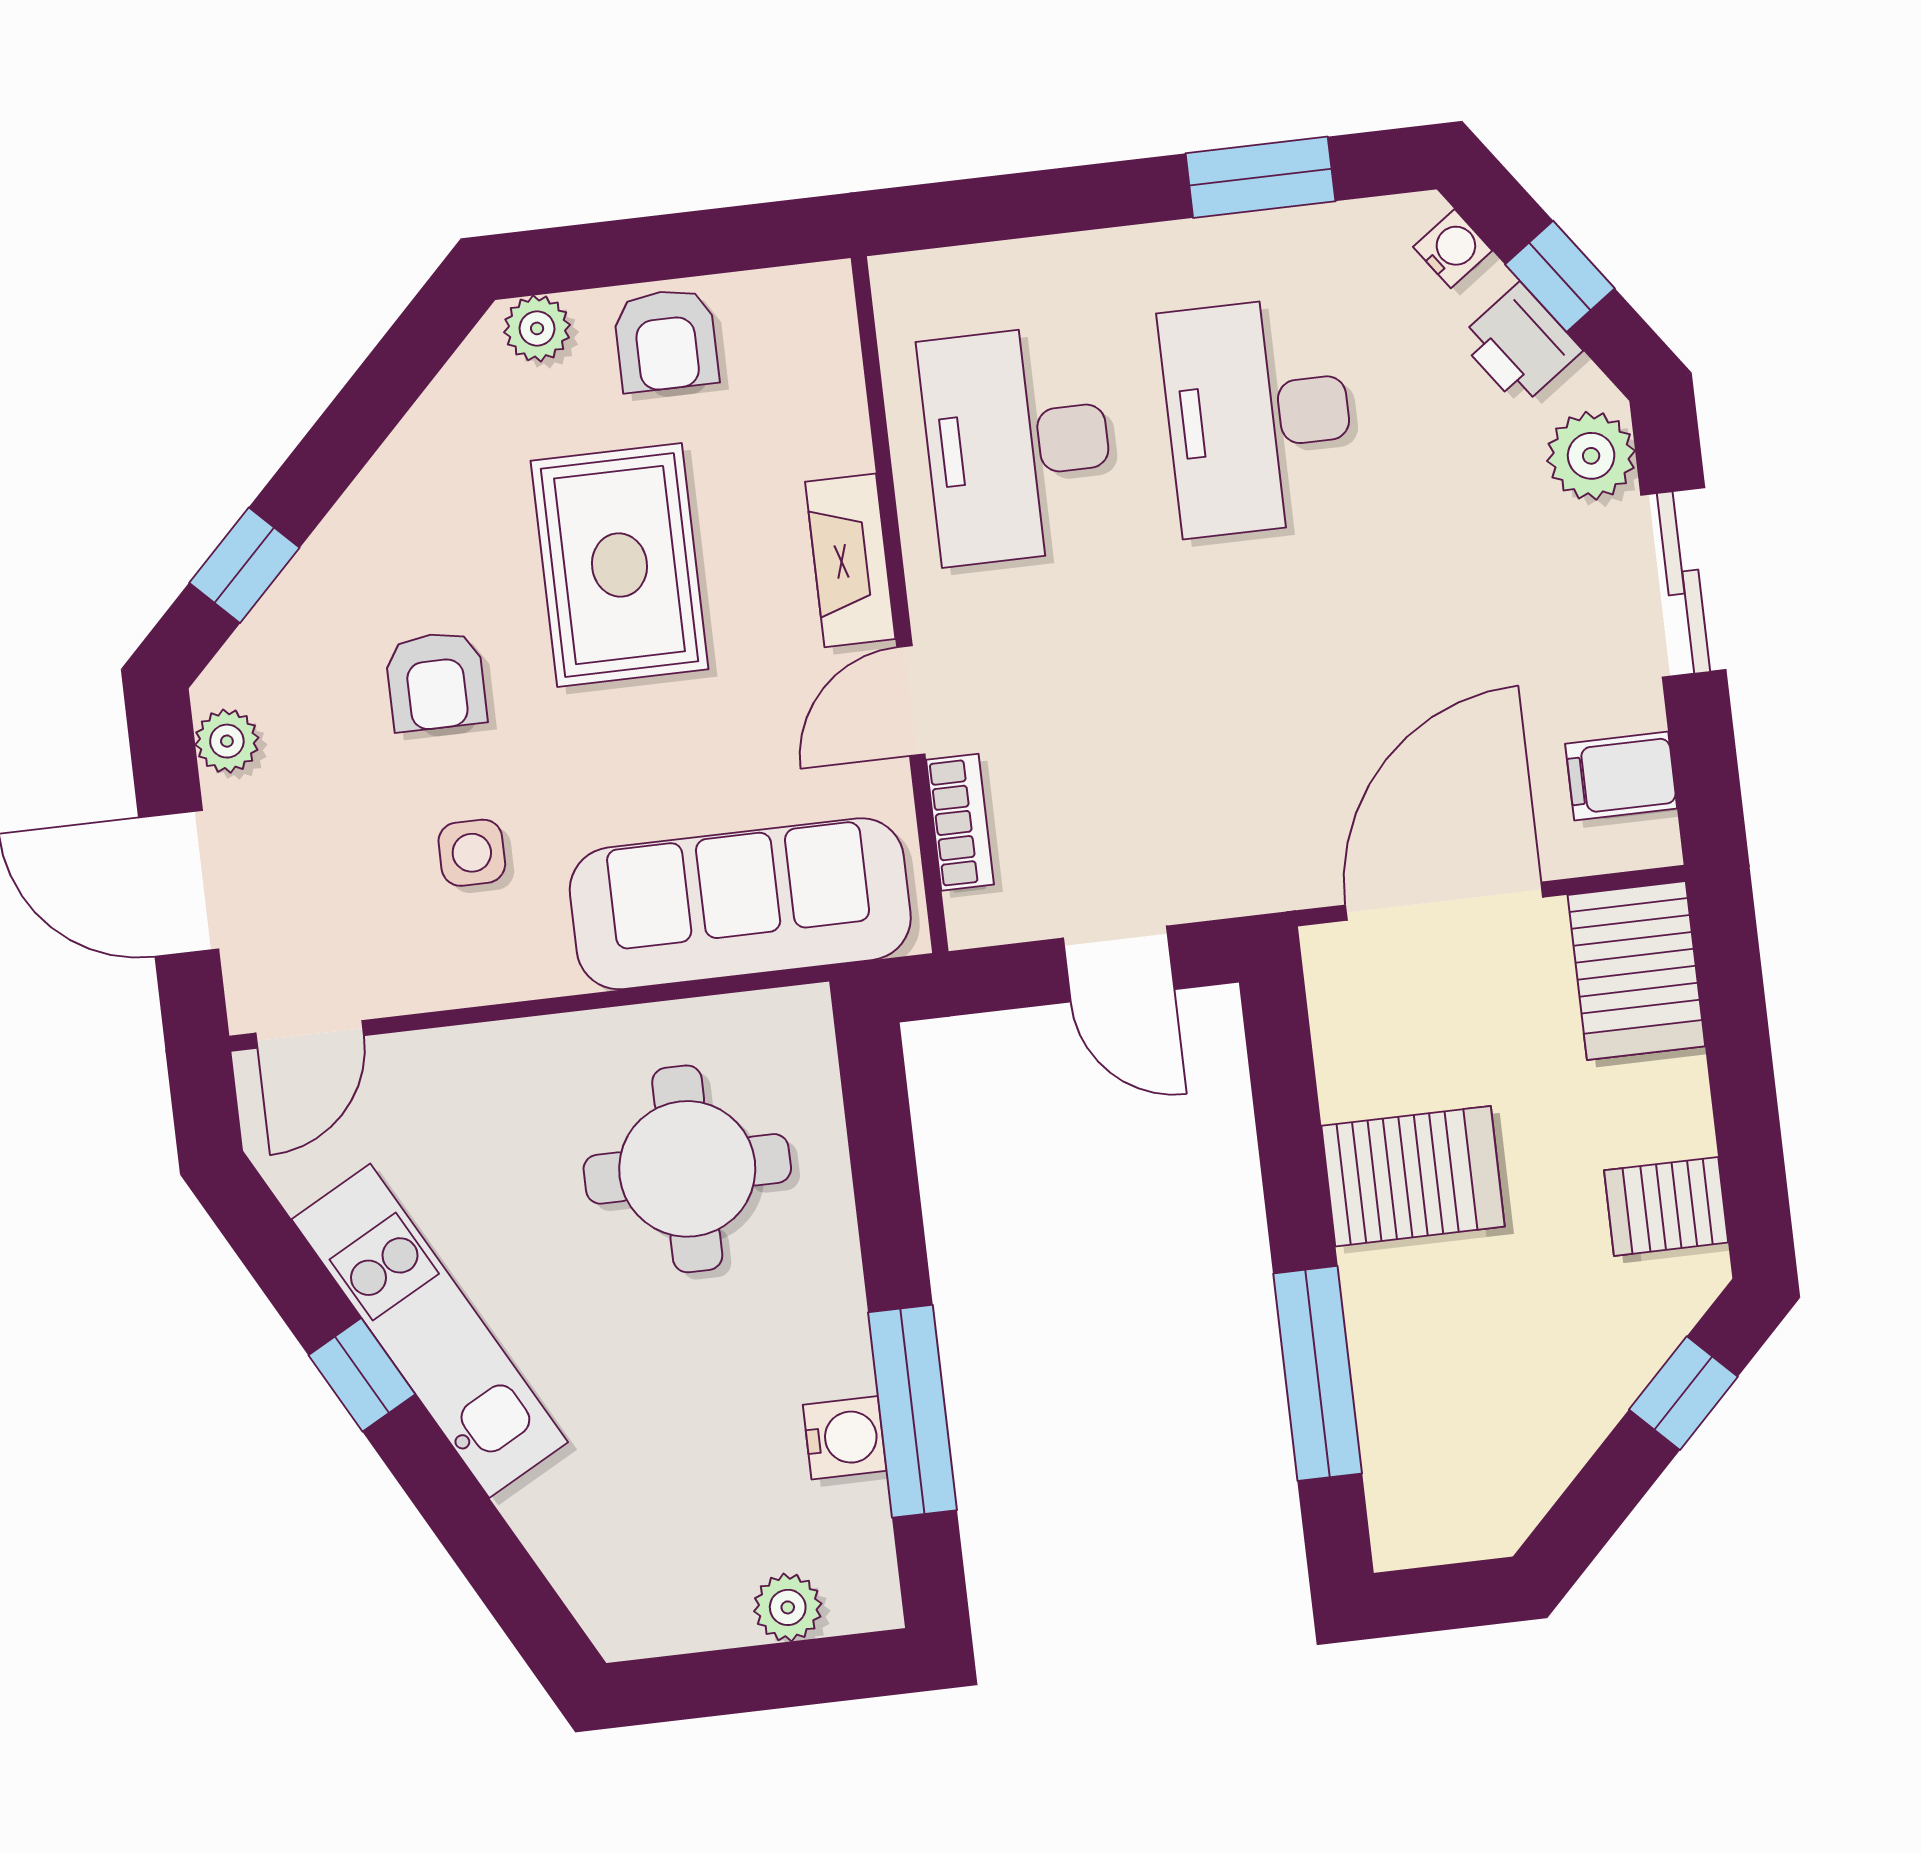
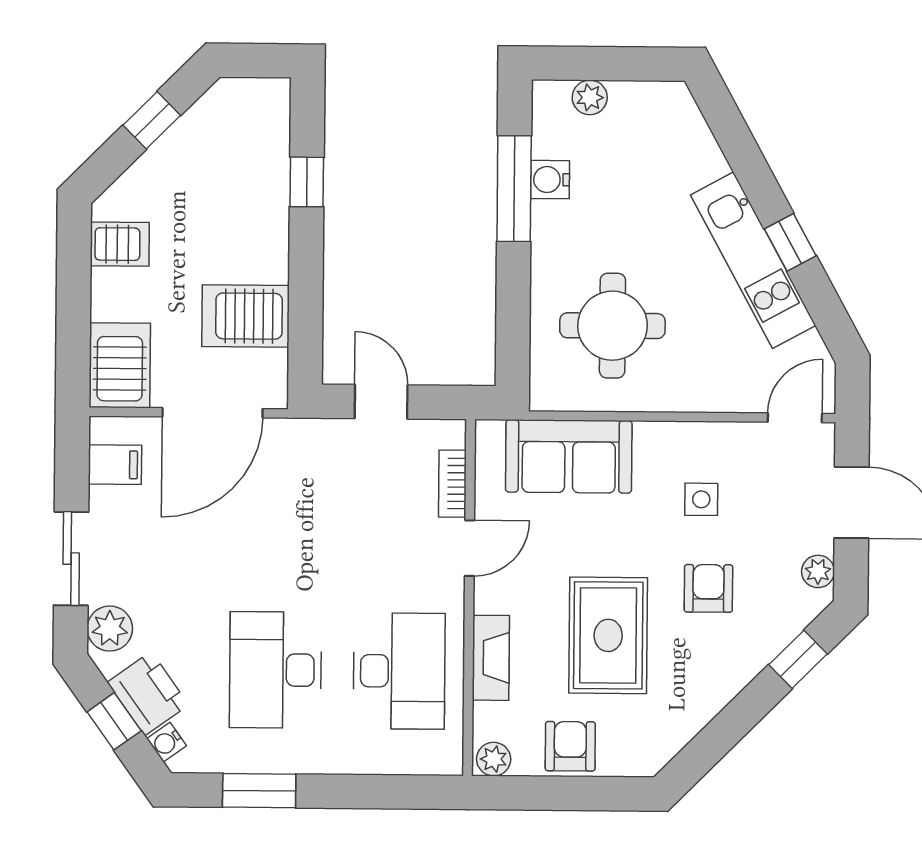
plant: (537, 328) -> (494, 759), moved
printer: (1520, 345) -> (148, 694), width x1.36, depth x1.24
desk: (1258, 416) -> (276, 670), turned 180
fireplace: (850, 560) -> (491, 658), moved
sofa: (740, 904) -> (569, 456), width x0.73
server rack: (1413, 1176) -> (246, 316), moved
window: (1318, 1373) -> (307, 182), width x0.46
window: (1683, 1393) -> (152, 120), moved

